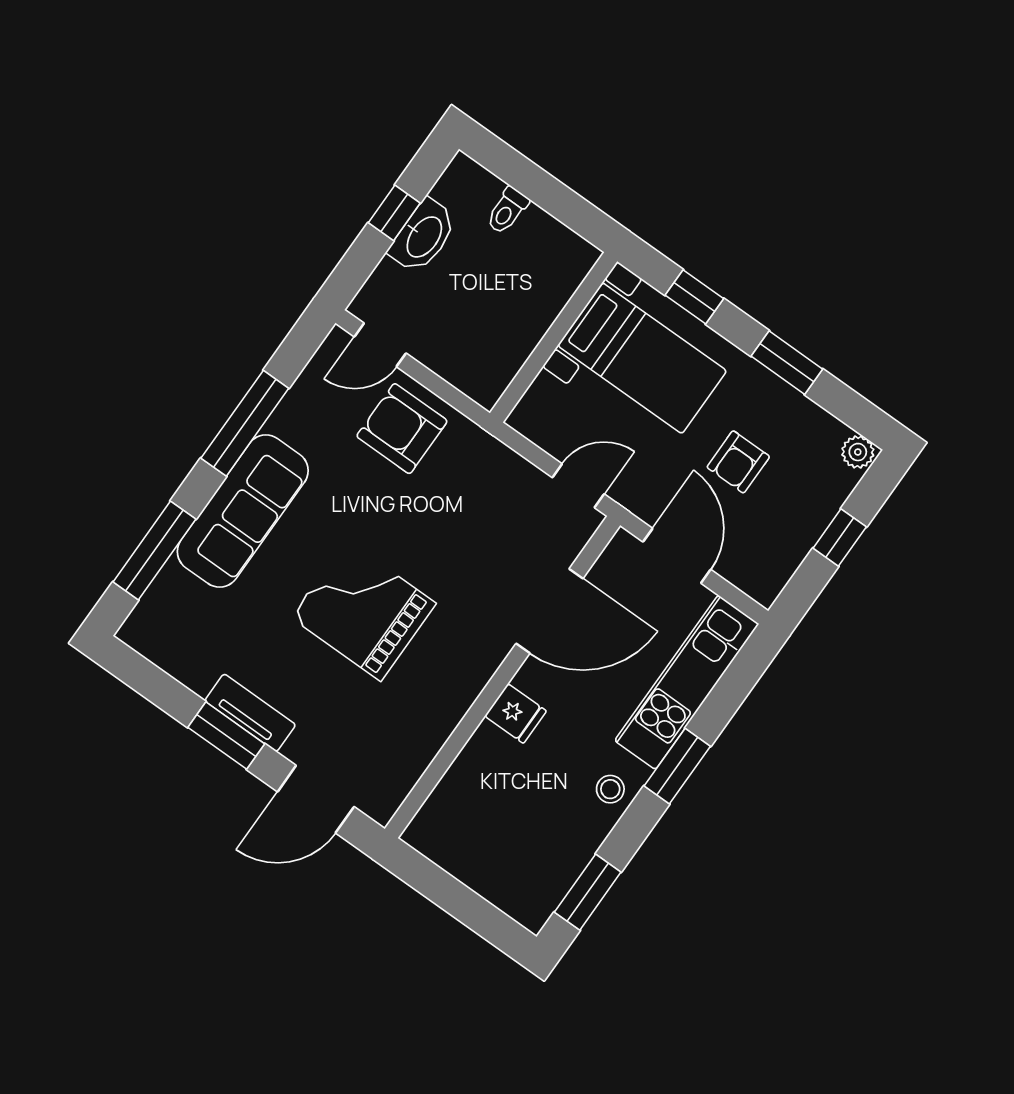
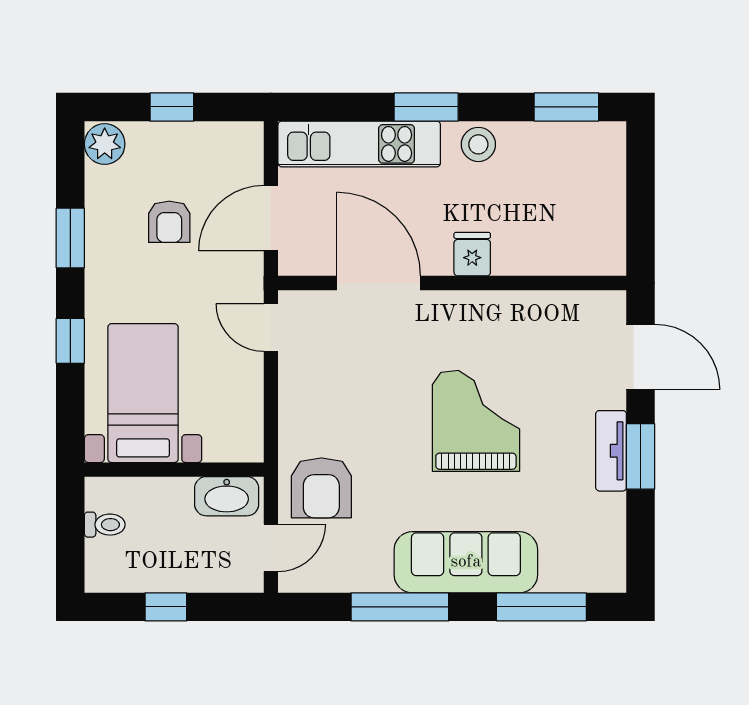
washbasin: (423, 236) -> (227, 496), moved, turned 180
wall: (554, 337) -> (174, 470), moved
door: (380, 345) -> (271, 548), hinge flipped
bed with nightstands: (642, 358) -> (143, 393), moved
plant: (858, 452) -> (105, 144), width x1.38, depth x1.38
armchair: (738, 462) -> (169, 222), turned 90
grand piano: (363, 610) -> (476, 421), turned 180
stool: (610, 789) -> (478, 144), width x1.37, depth x1.37

